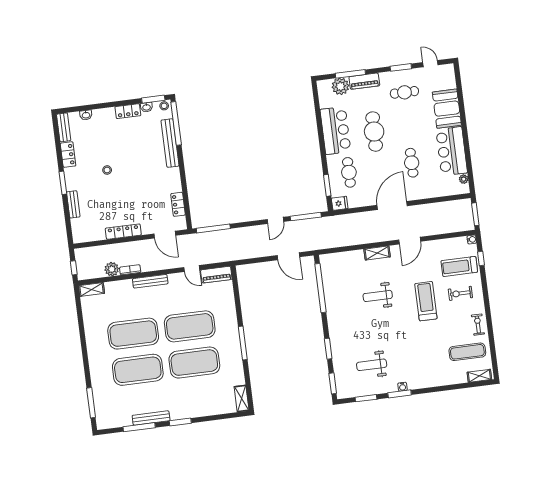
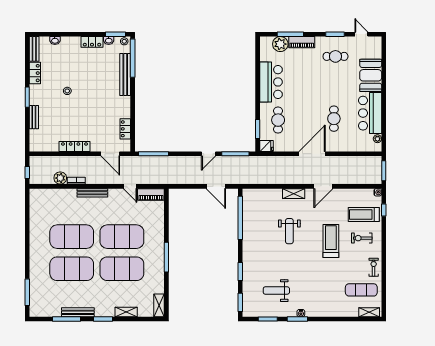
cafe table: (374, 132) -> (305, 87), removed
shelving: (92, 289) -> (126, 312), moved
weight bench: (378, 296) -> (289, 231), turned -90

